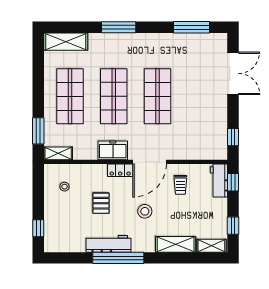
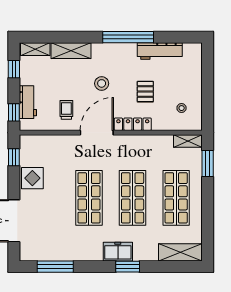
window: (119, 27) -> (128, 267), width x0.69
display table: (214, 116) -> (32, 178), added
freezer: (113, 150) -> (118, 252), moved, turned 180
locker: (120, 170) -> (133, 124), width x1.53
workbench: (219, 181) -> (28, 102), moved
window: (38, 228) -> (208, 67), removed
workbench: (109, 244) -> (160, 51), moved

